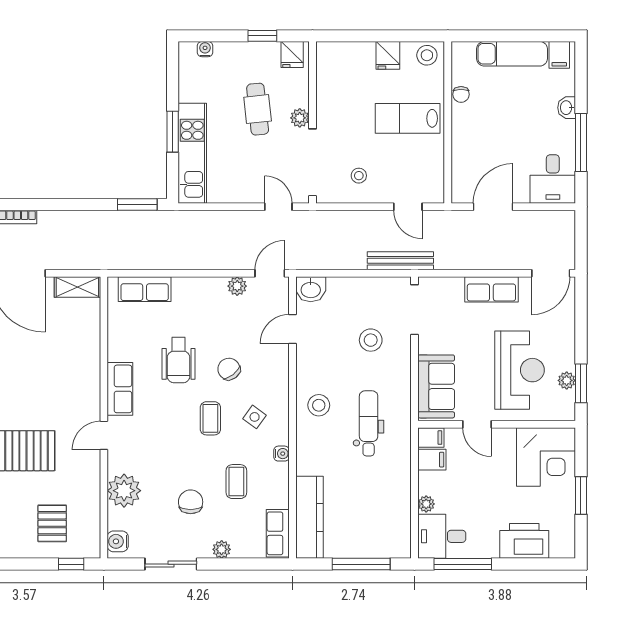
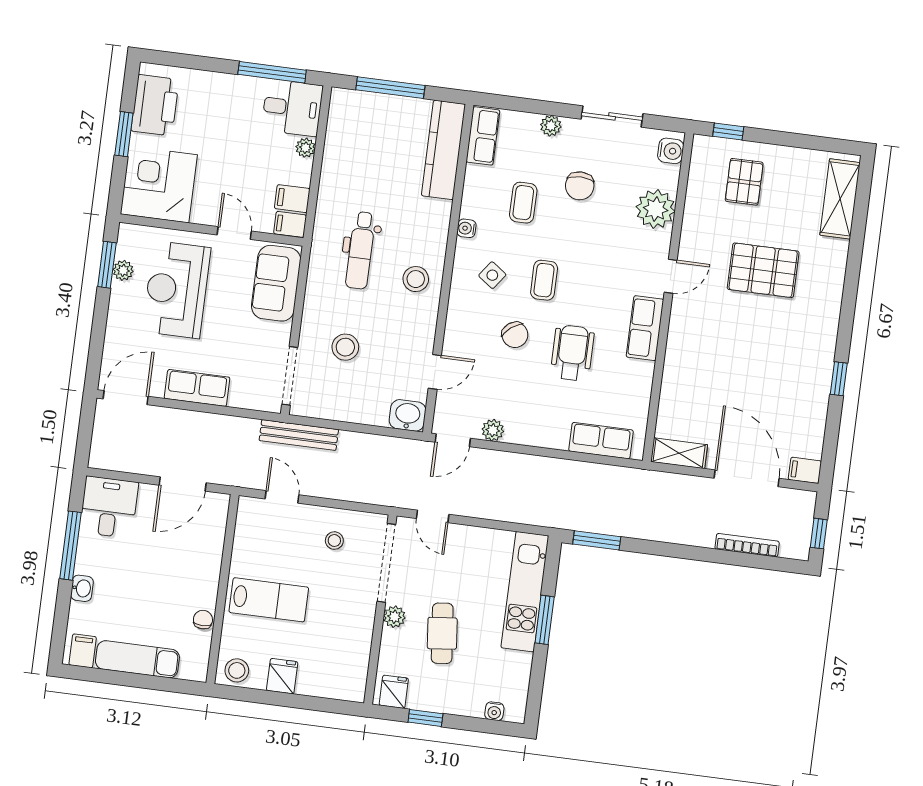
printer: (524, 541) -> (155, 105), moved, turned -90

